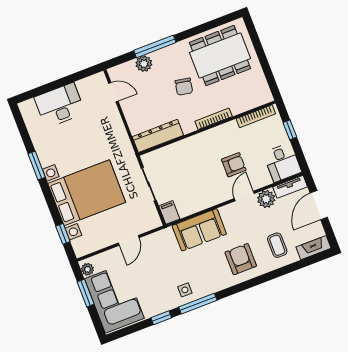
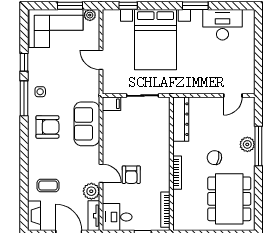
plant: (144, 64) -> (247, 144), moved
desk: (60, 105) -> (222, 25), moved, turned -90
armchair: (241, 259) -> (47, 127), moved

